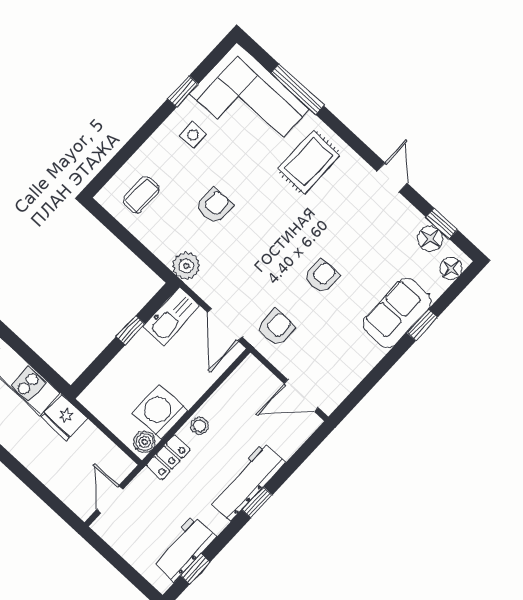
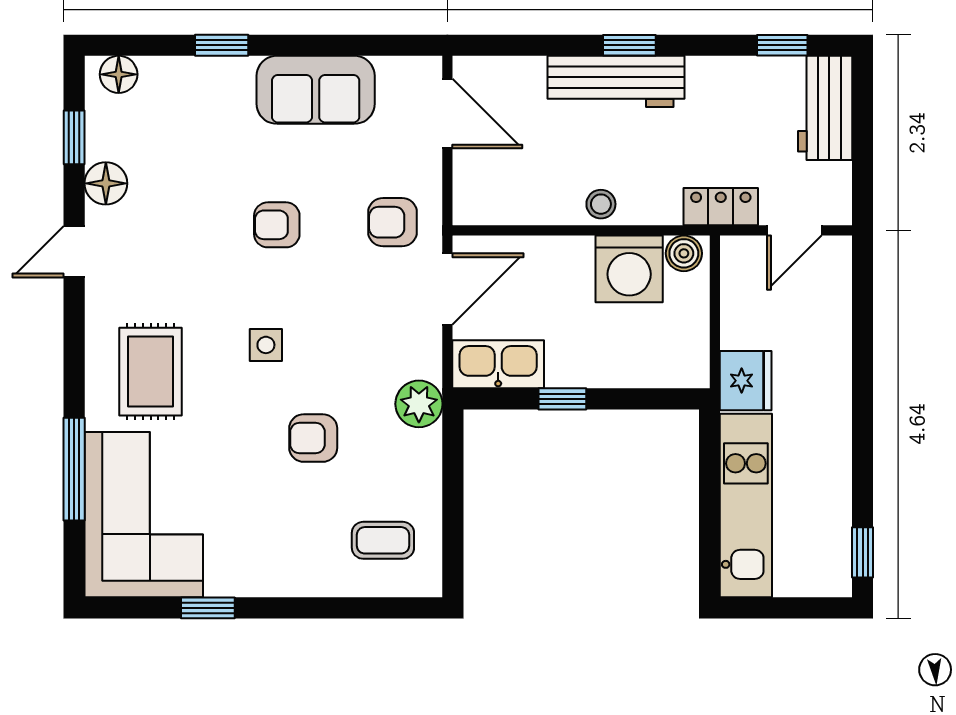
side table: (193, 135) -> (266, 345), moved
rug: (309, 162) -> (151, 372), turned 90
floor lamp: (430, 239) -> (106, 183), moved
sofa: (397, 313) -> (316, 90), moved
locker: (168, 457) -> (721, 207), moved
workbench: (184, 549) -> (825, 108), moved, turned 90

